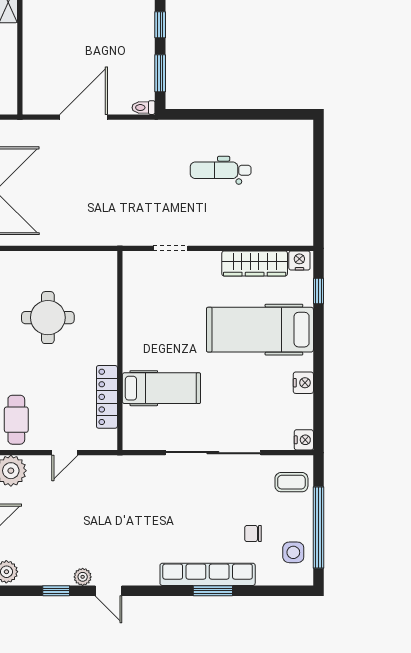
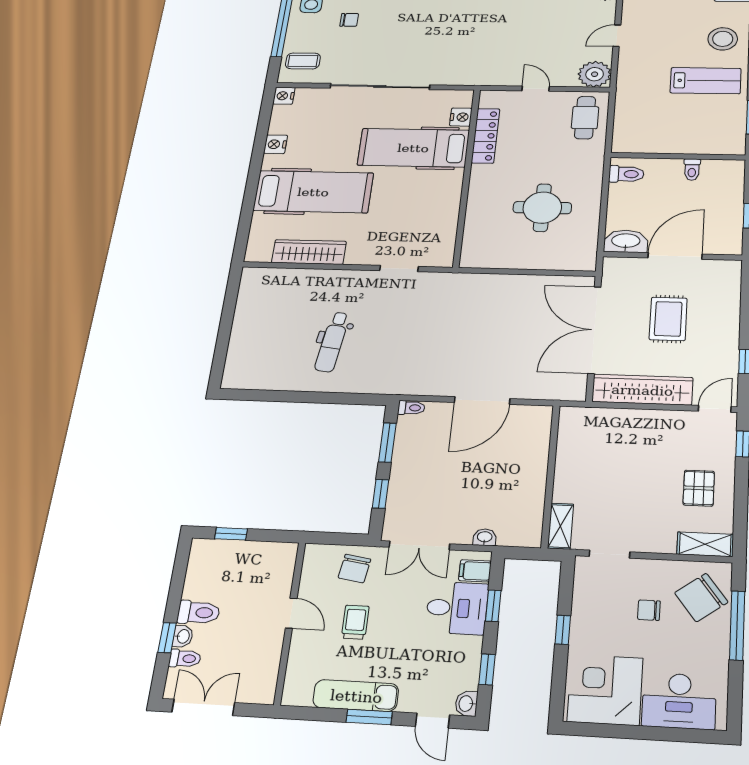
dental chair: (221, 170) -> (332, 342), turned 98
nightstand: (299, 261) -> (461, 117), moved, turned -90
window: (318, 291) -> (245, 225), removed
hospital bed: (161, 388) -> (413, 148), width x1.37, depth x1.29
door: (65, 453) -> (536, 89), hinge flipped

